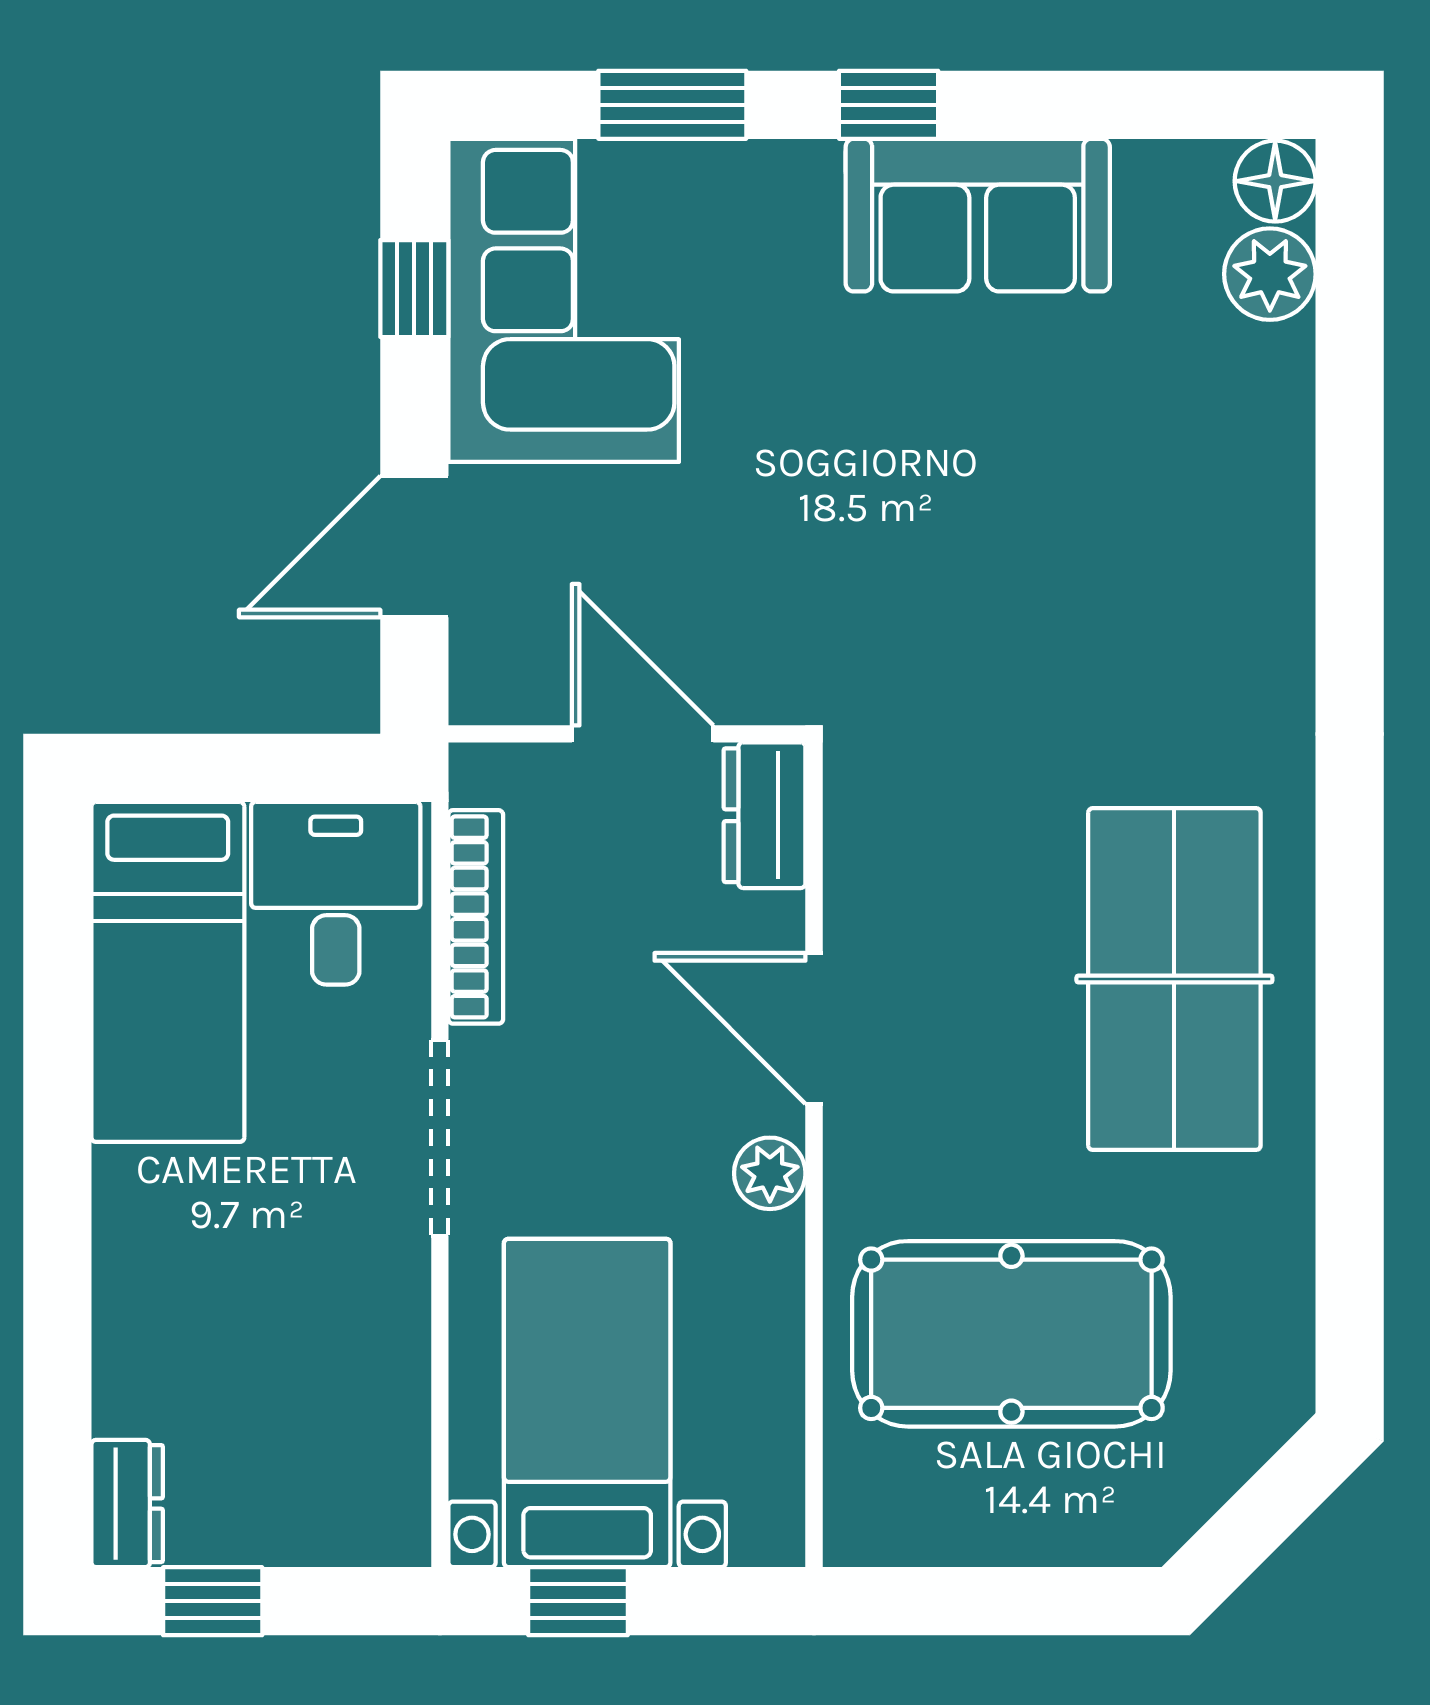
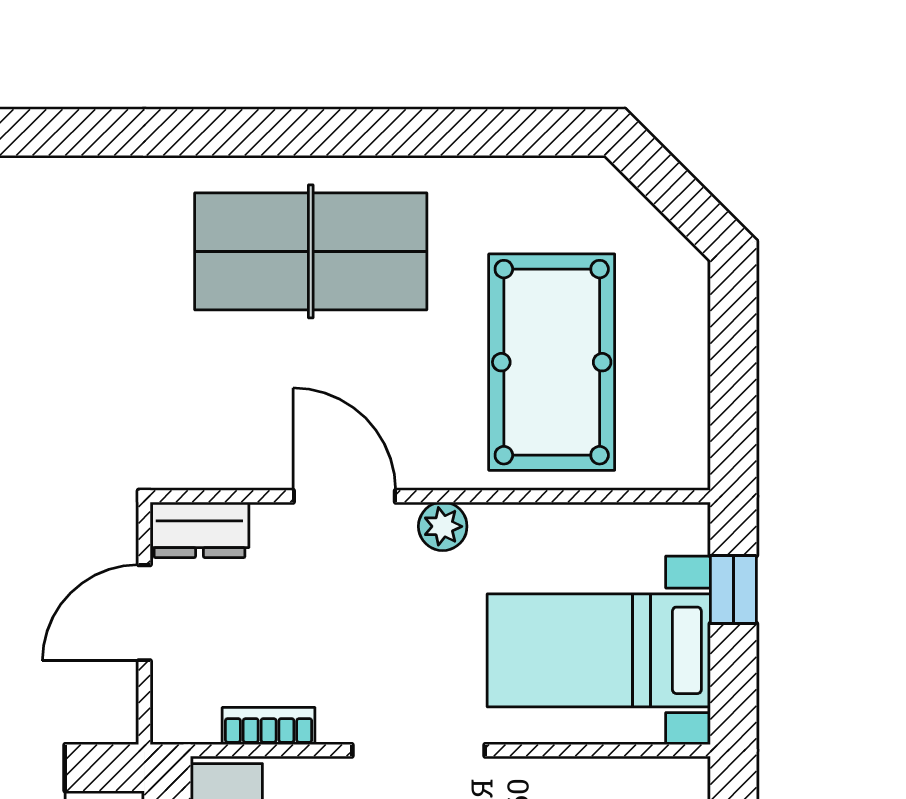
bookcase: (476, 917) -> (269, 726), width x0.64
door: (814, 1028) -> (344, 496), swing flipped
window: (578, 1601) -> (733, 590), moved

